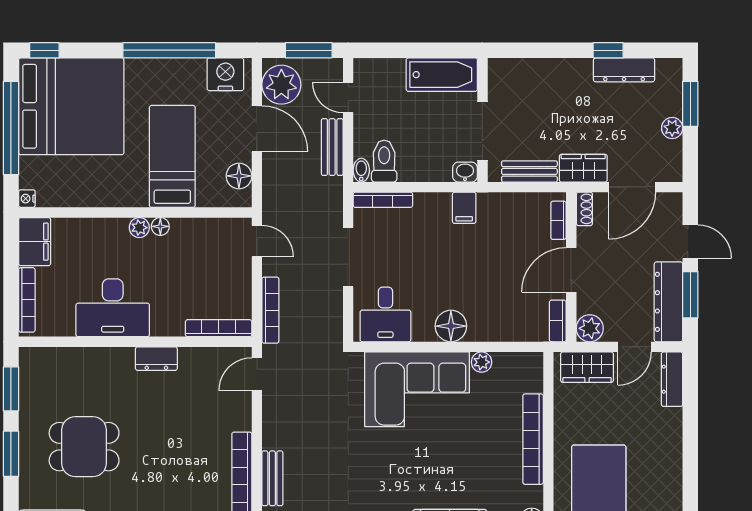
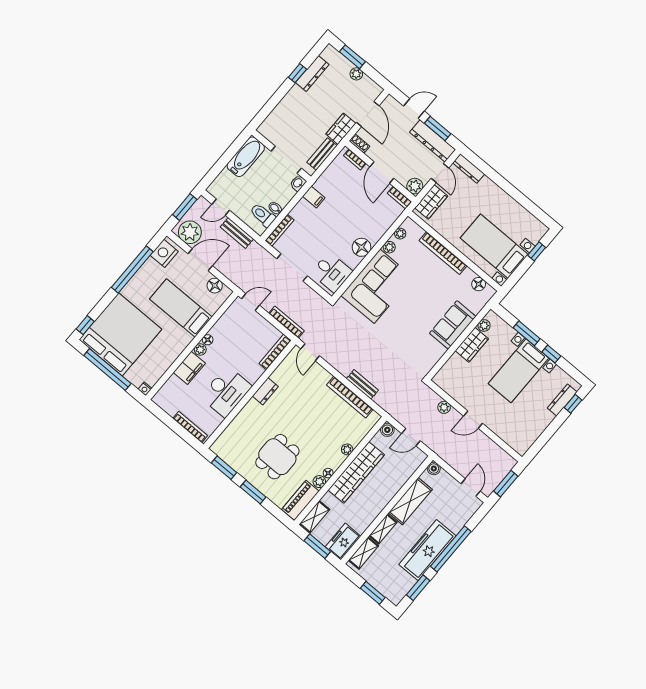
bidet: (361, 170) -> (275, 208), moved
filing cabinet: (35, 242) -> (189, 368), moved, turned 90
plant: (511, 361) -> (400, 234), added

